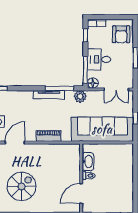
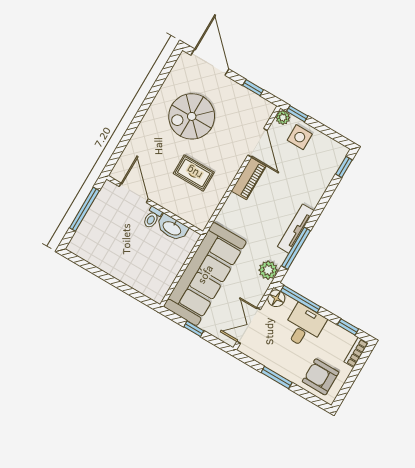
piano: (49, 136) -> (249, 179), moved
rug: (51, 167) -> (194, 173), added
spiral stairs: (22, 186) -> (192, 116), turned 90

